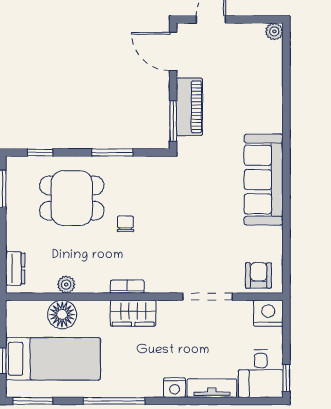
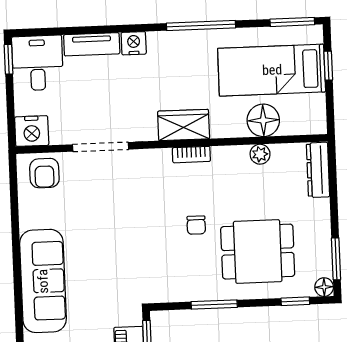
floor lamp: (14, 164) -> (324, 287), added
dresser: (15, 269) -> (318, 170), width x1.44

